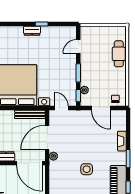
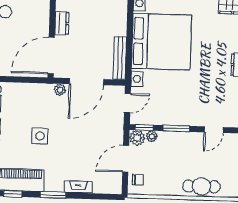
door: (78, 46) -> (214, 130), swing flipped
plant: (86, 100) -> (137, 138), added
door: (47, 138) -> (86, 82), swing flipped

